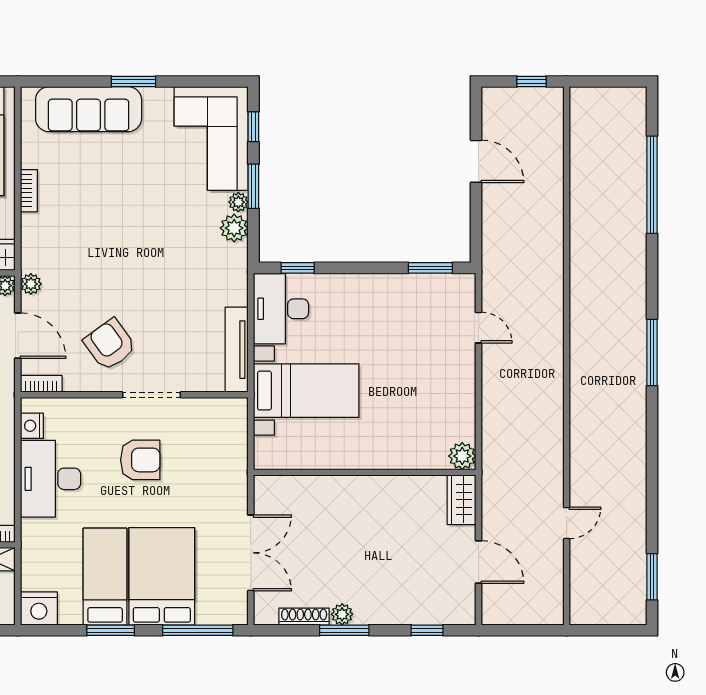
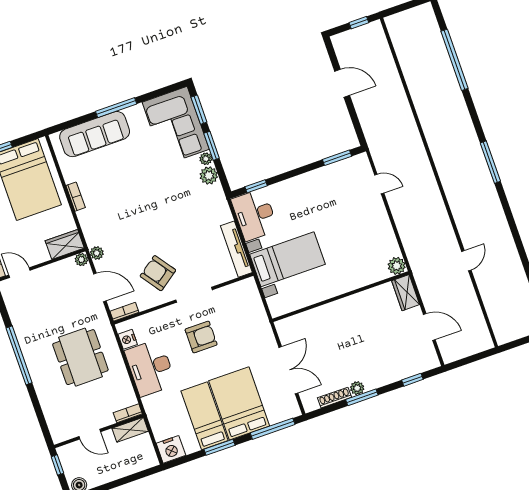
window: (133, 81) -> (116, 108), width x1.44
window: (253, 127) -> (199, 110), width x1.50
door: (567, 523) -> (466, 261), moved

